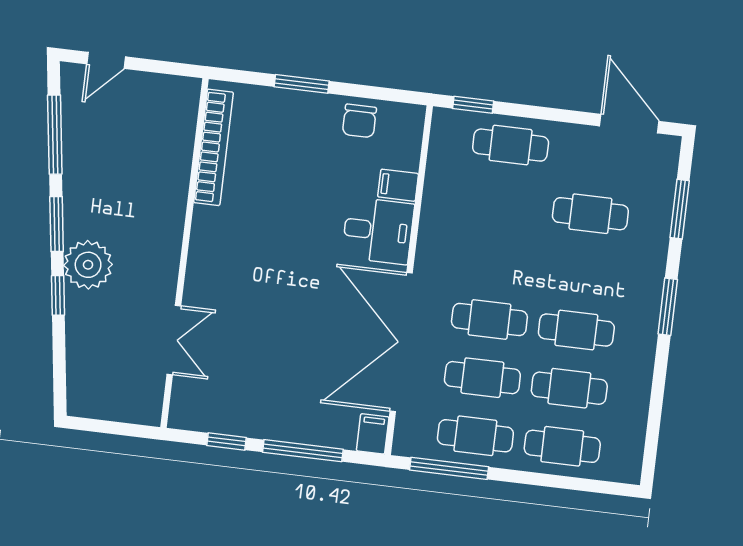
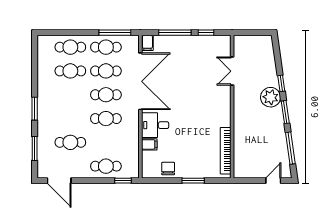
cafe table: (576, 330) -> (106, 119), moved

